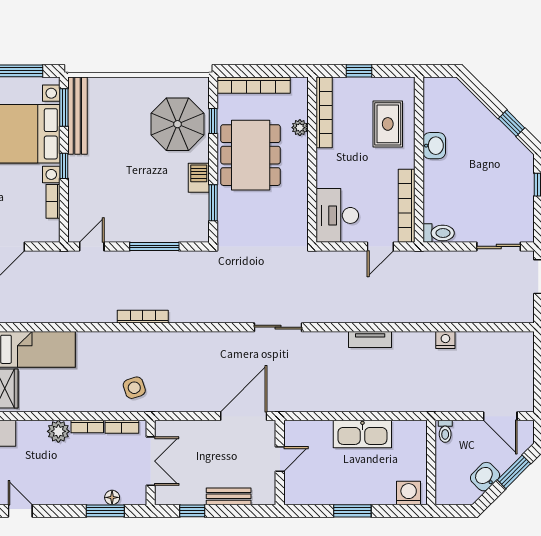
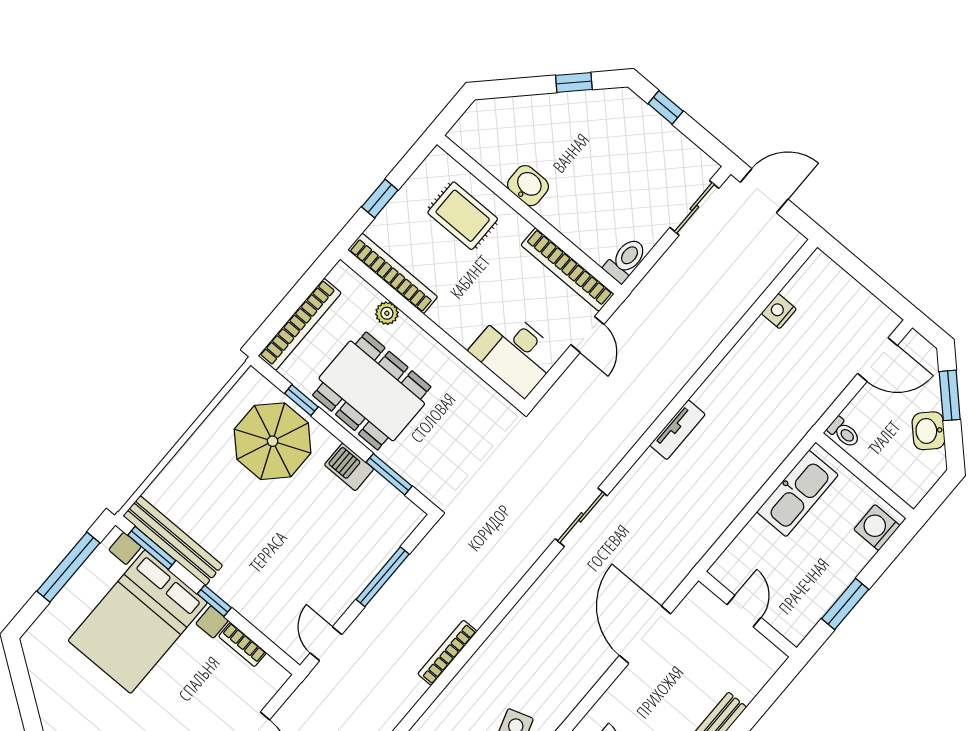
nightstand: (445, 340) -> (779, 311), moved
kitchen sink: (362, 434) -> (797, 493), moved
door: (280, 459) -> (744, 611), moved
wall: (280, 462) -> (748, 614), moved

